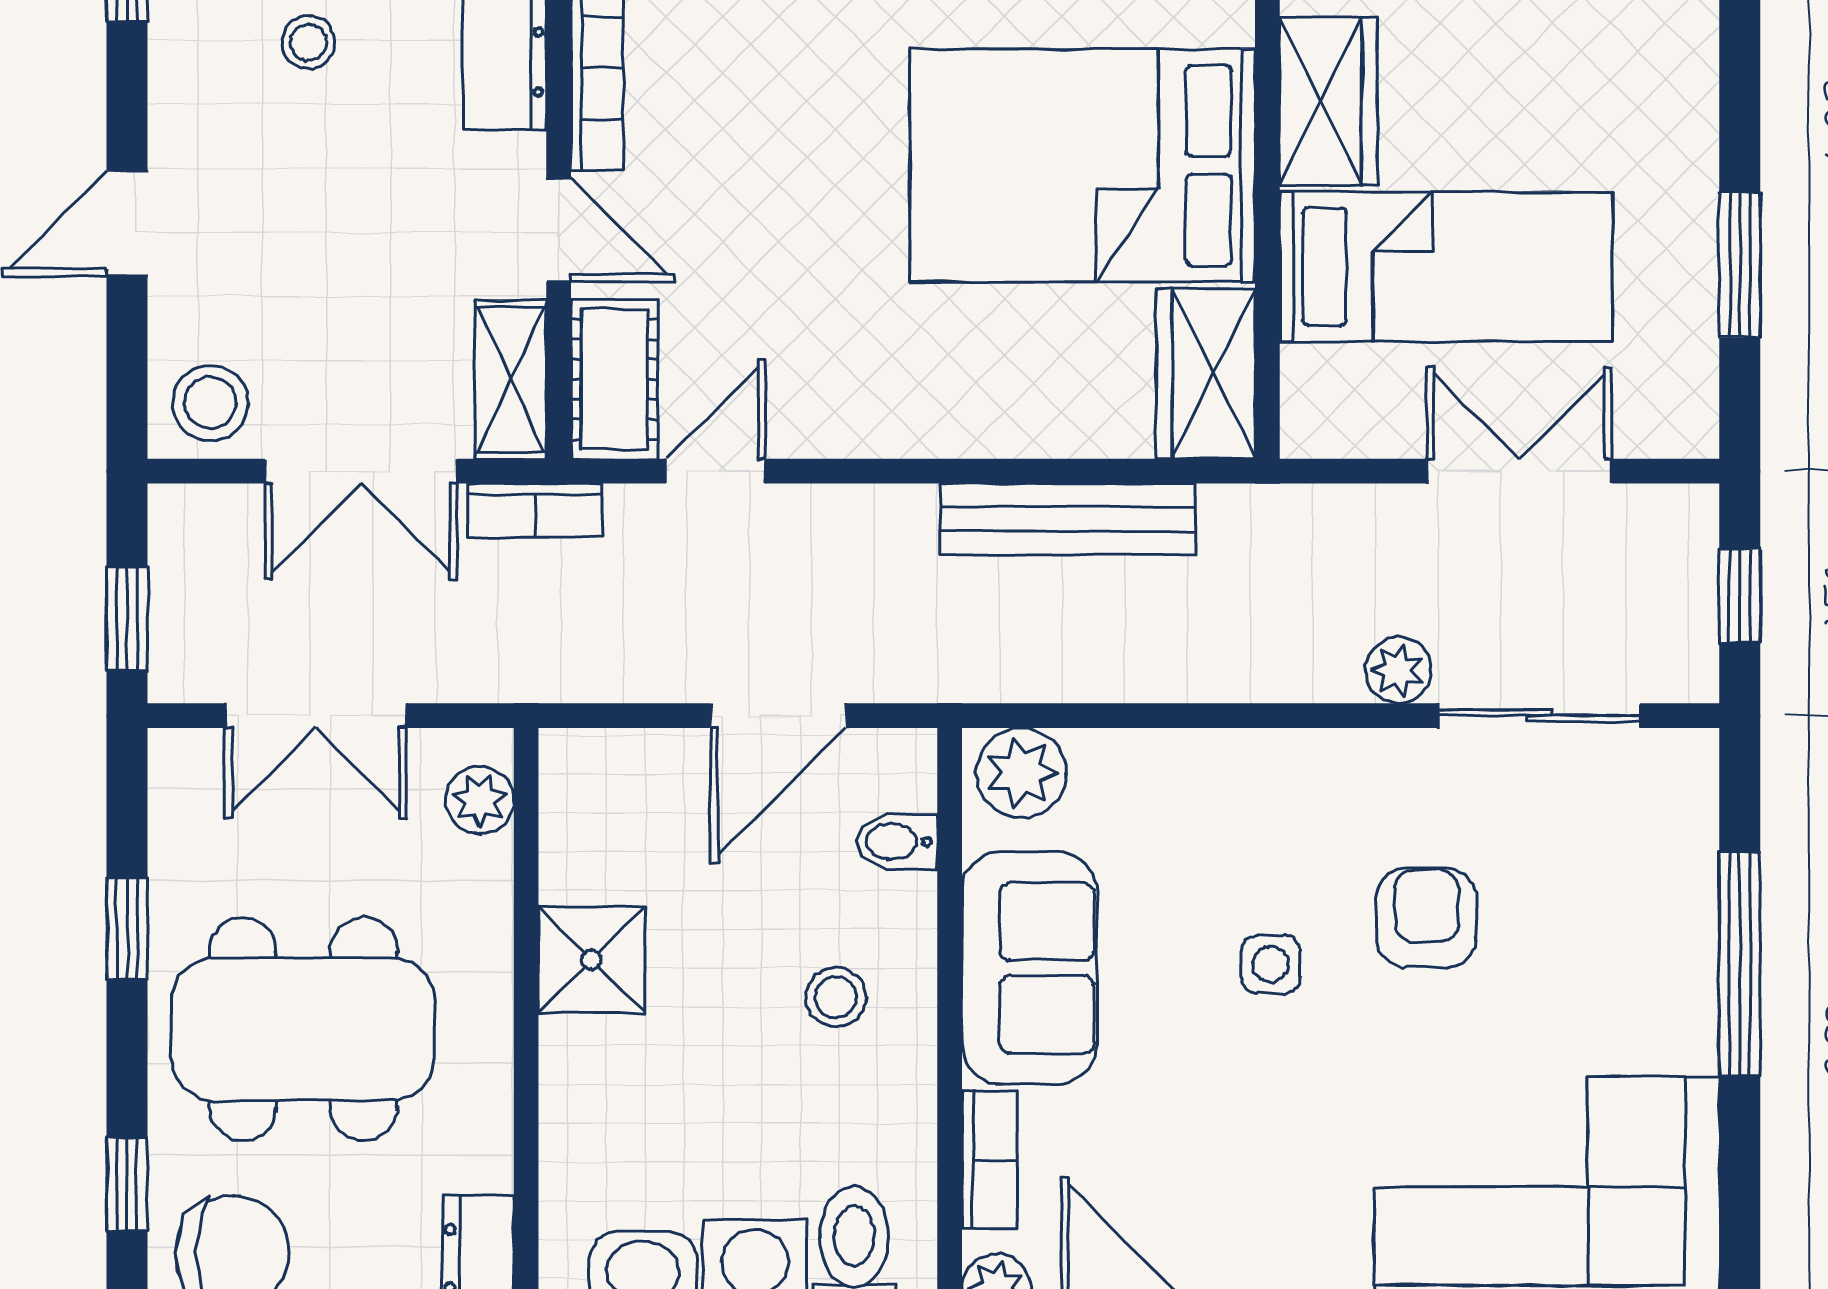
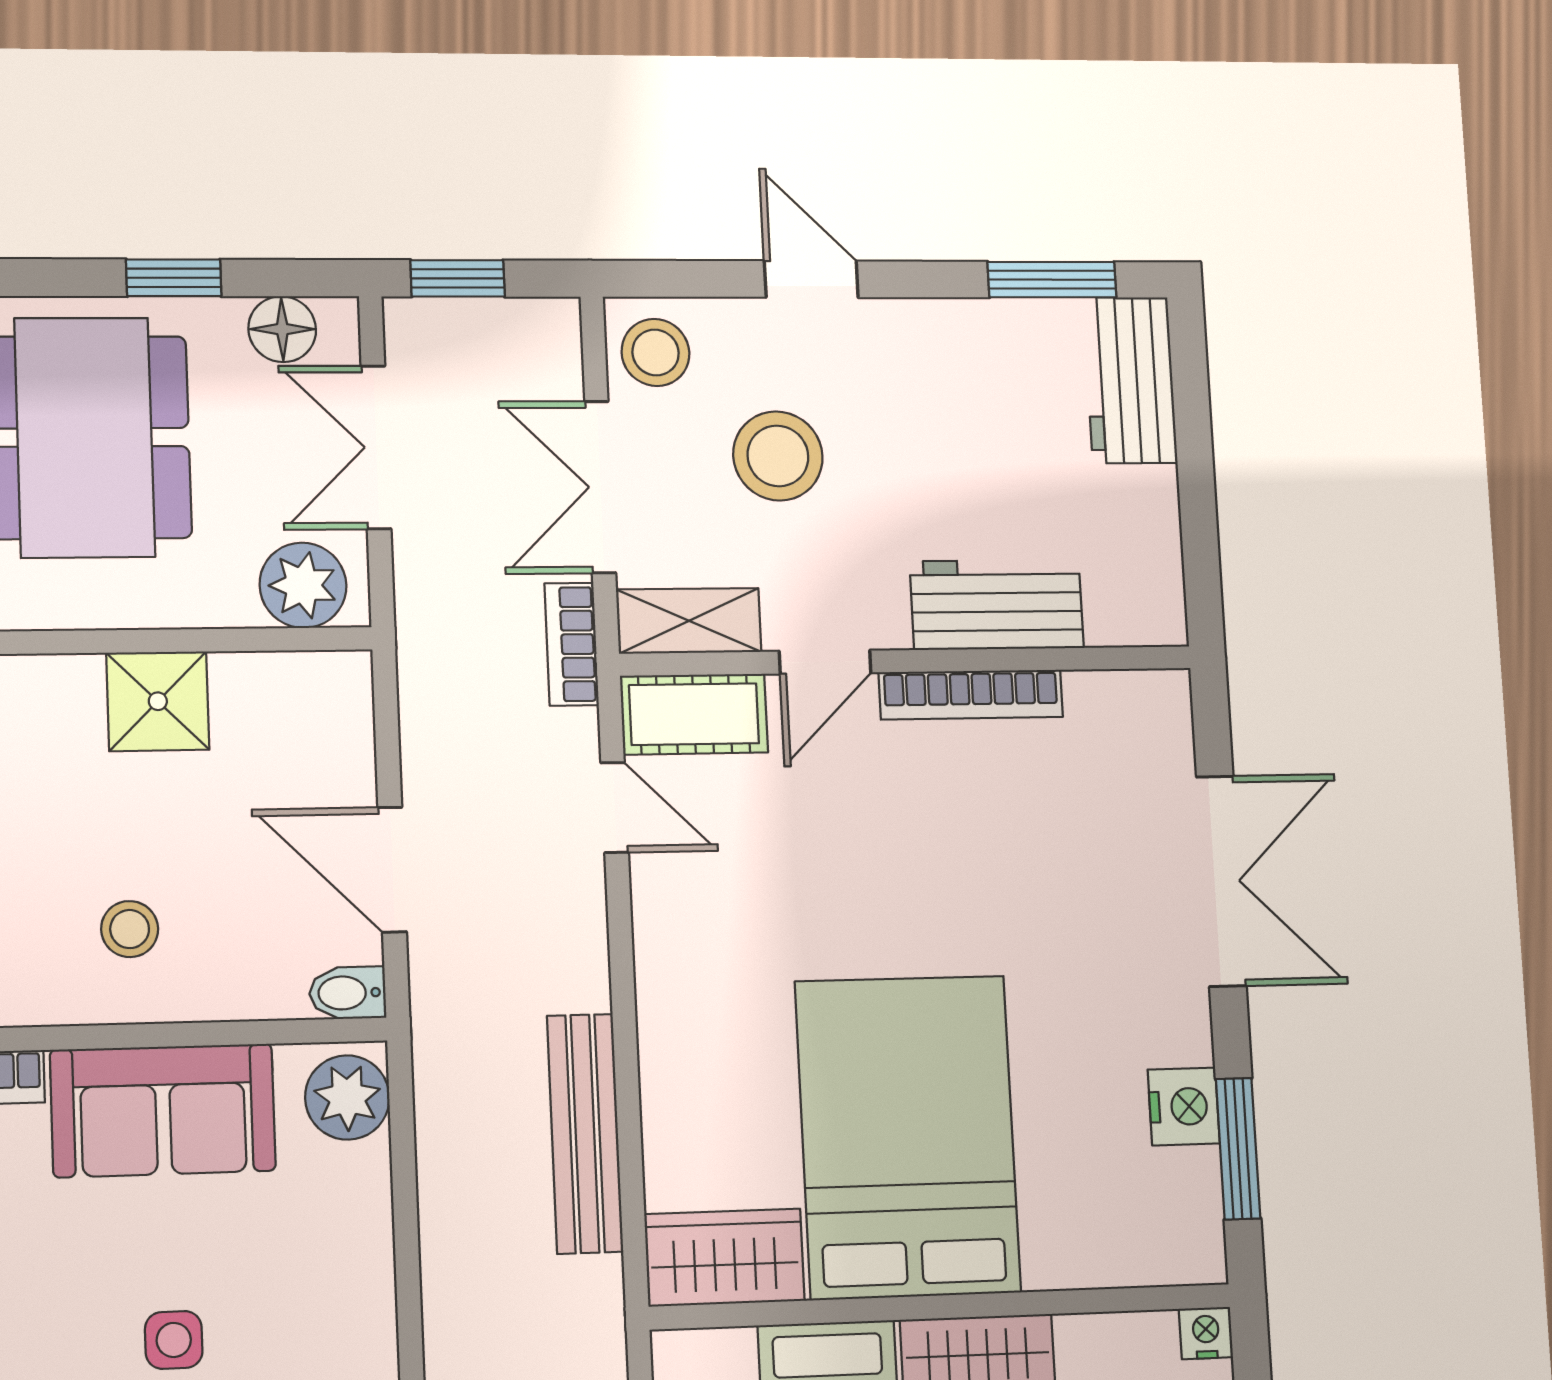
stool: (308, 42) -> (778, 456), moved, width x1.89, depth x1.89
plant: (480, 800) -> (303, 585), width x1.38, depth x1.38
floor lamp: (184, 813) -> (282, 329), added
bidet: (897, 842) -> (347, 993), moved, turned -90

